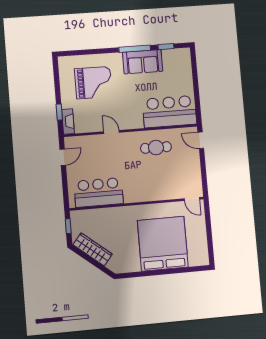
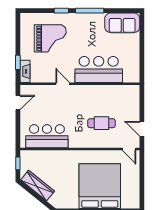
window: (166, 47) -> (61, 11), moved
sofa: (143, 62) -> (122, 23), moved
bar counter: (169, 112) -> (99, 69), moved
door: (201, 140) -> (142, 129), moved
cafe table: (156, 148) -> (101, 123), moved

